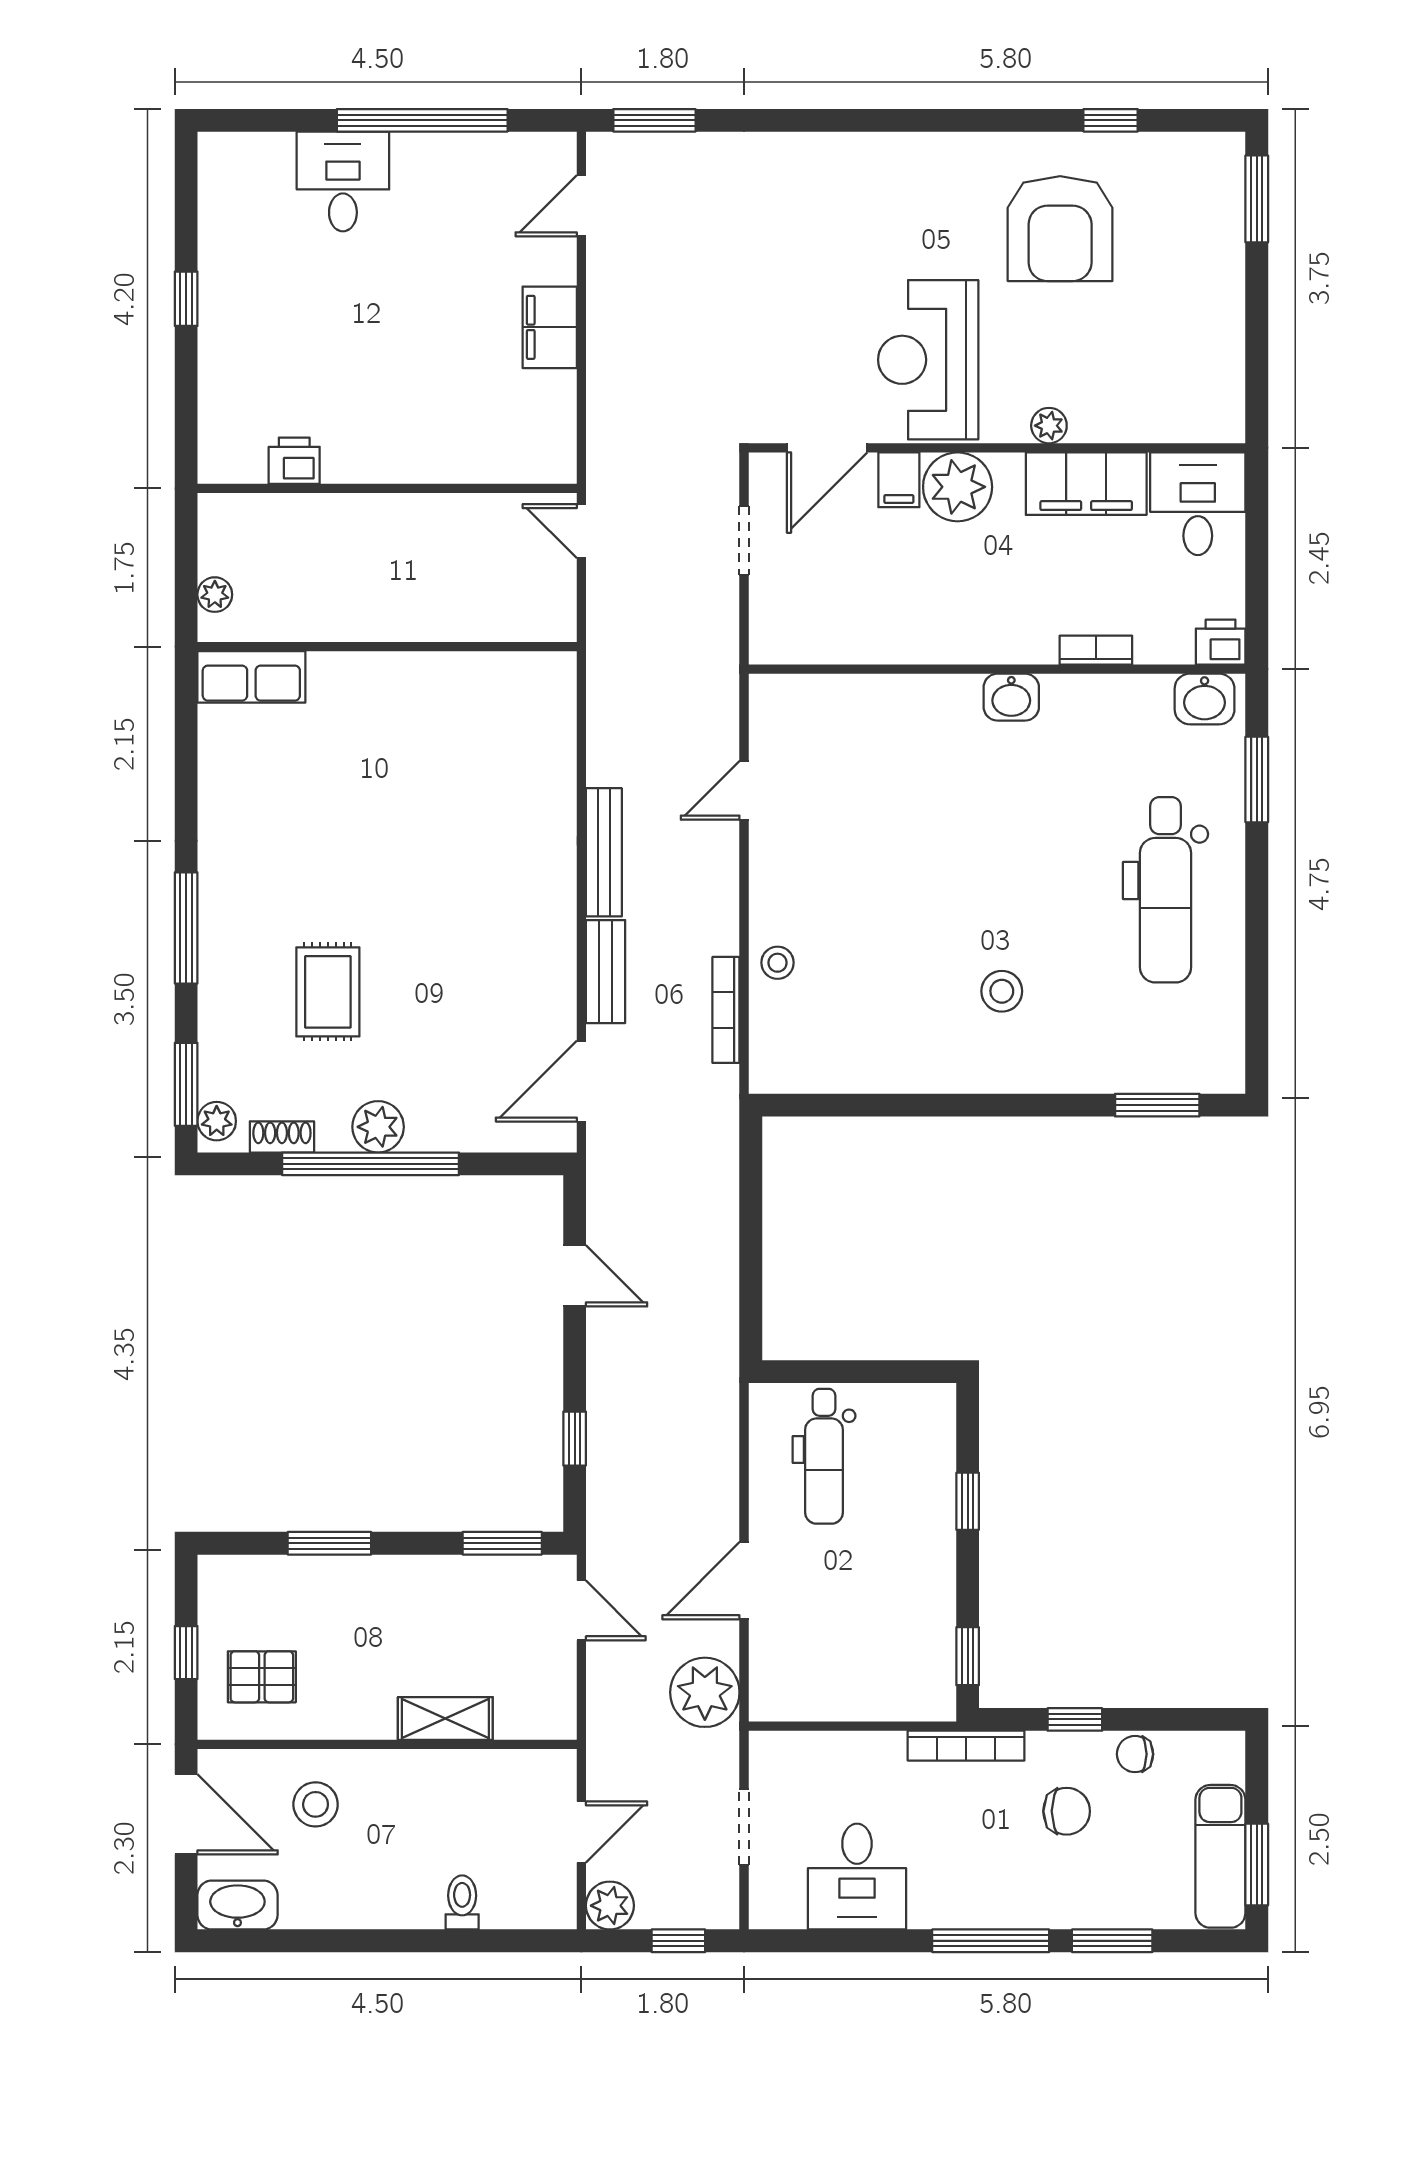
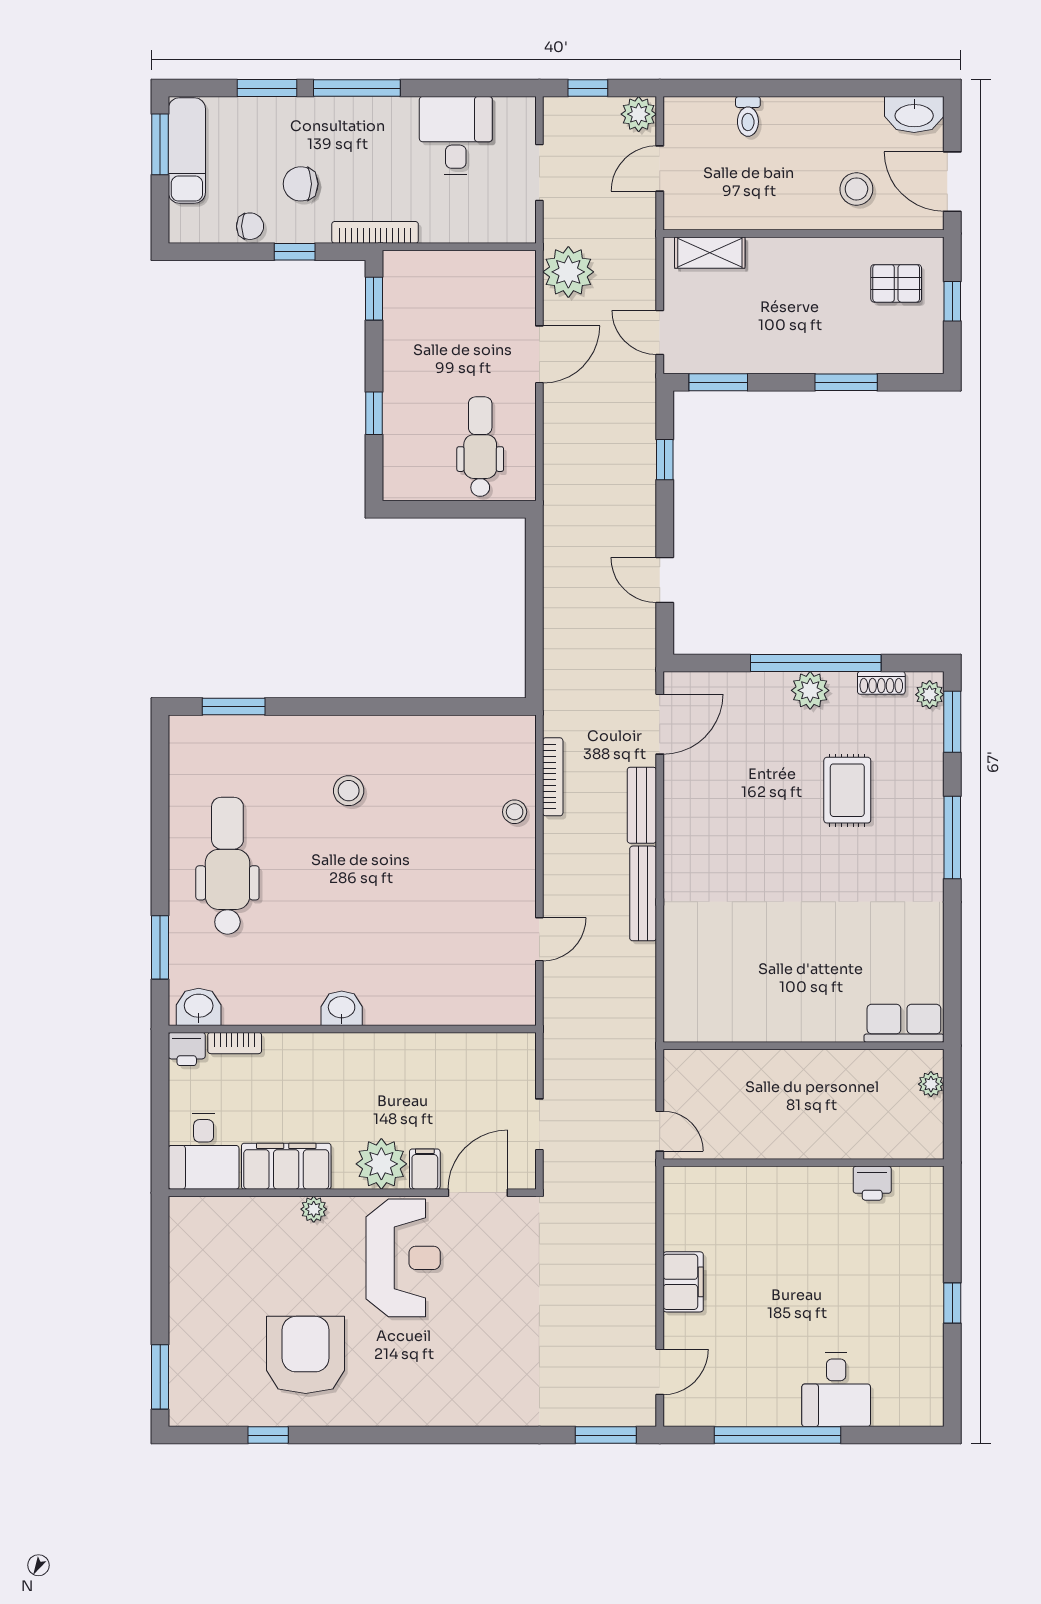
bookcase: (1096, 650) -> (235, 1043), moved
shelving: (445, 1718) -> (710, 253), moved

